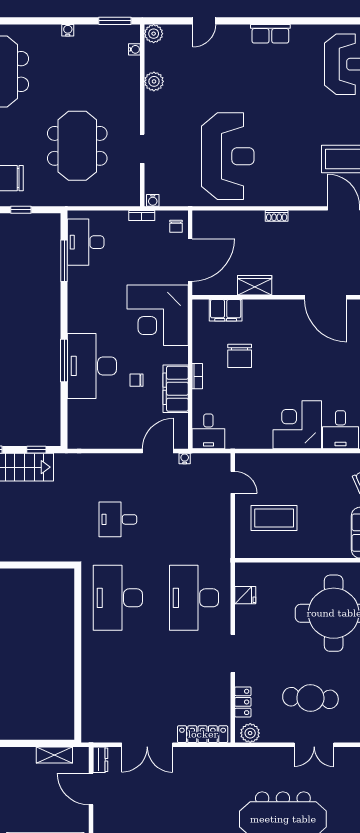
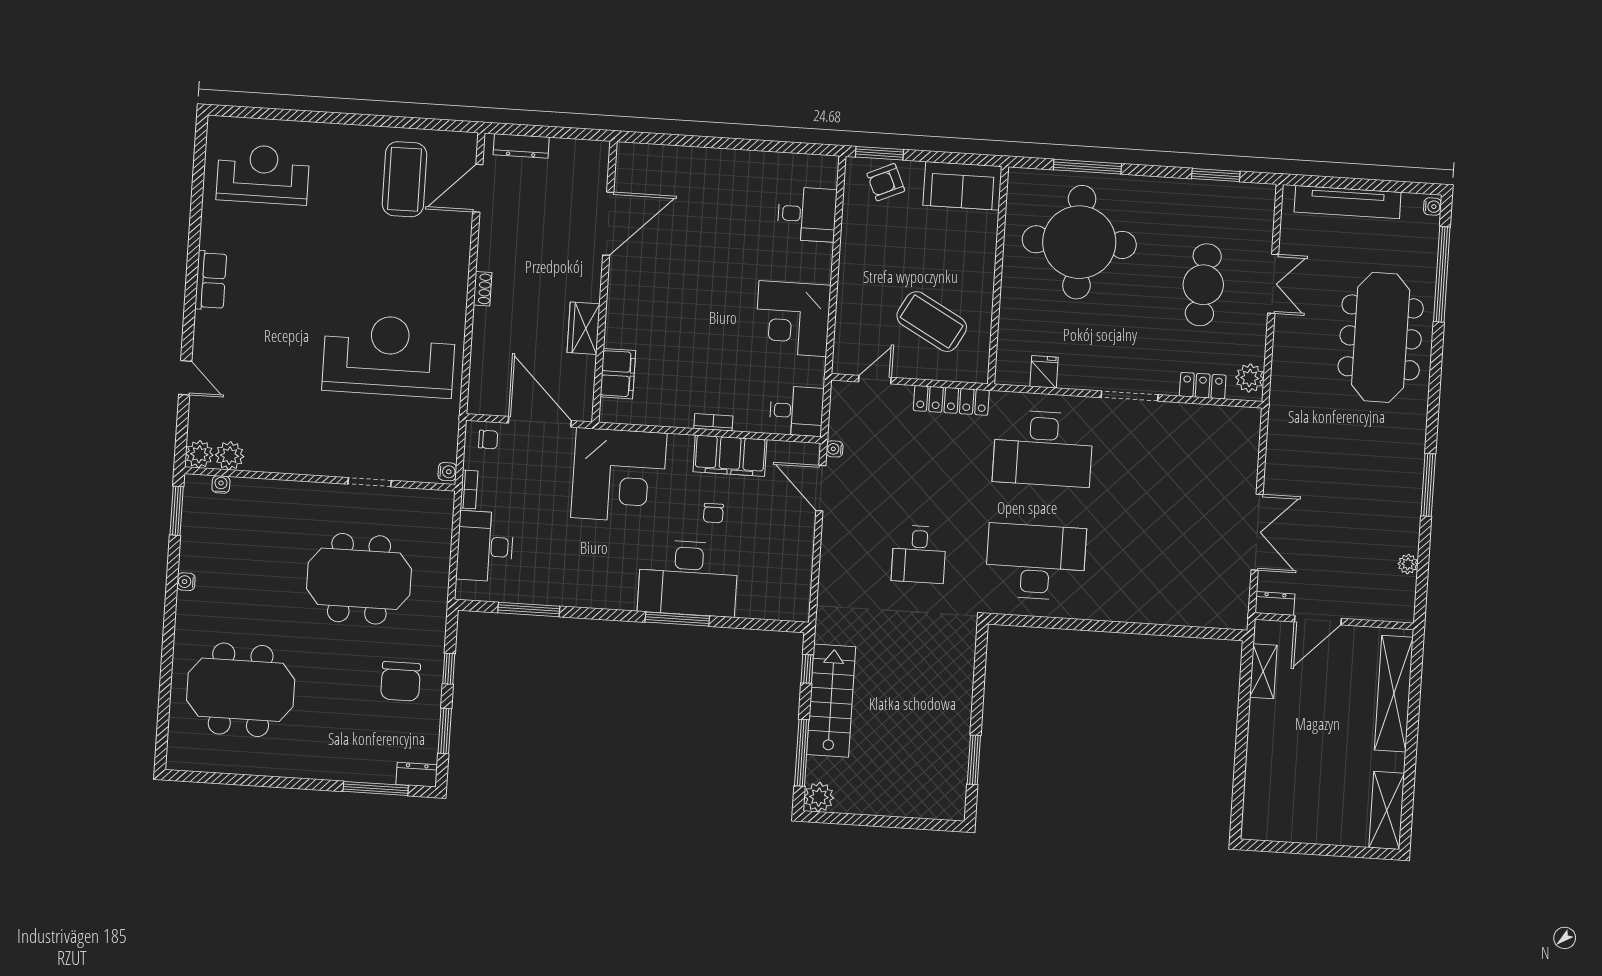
plant: (154, 81) -> (230, 456), moved
desk: (86, 242) -> (485, 546), moved, turned 90
chair: (240, 356) -> (687, 357), removed
corner desk: (297, 425) -> (793, 319), moved
coffee table: (274, 518) -> (932, 322), turned -61
desk: (118, 598) -> (1036, 562), turned 180
locker: (203, 734) -> (951, 400), moved, turned -90

